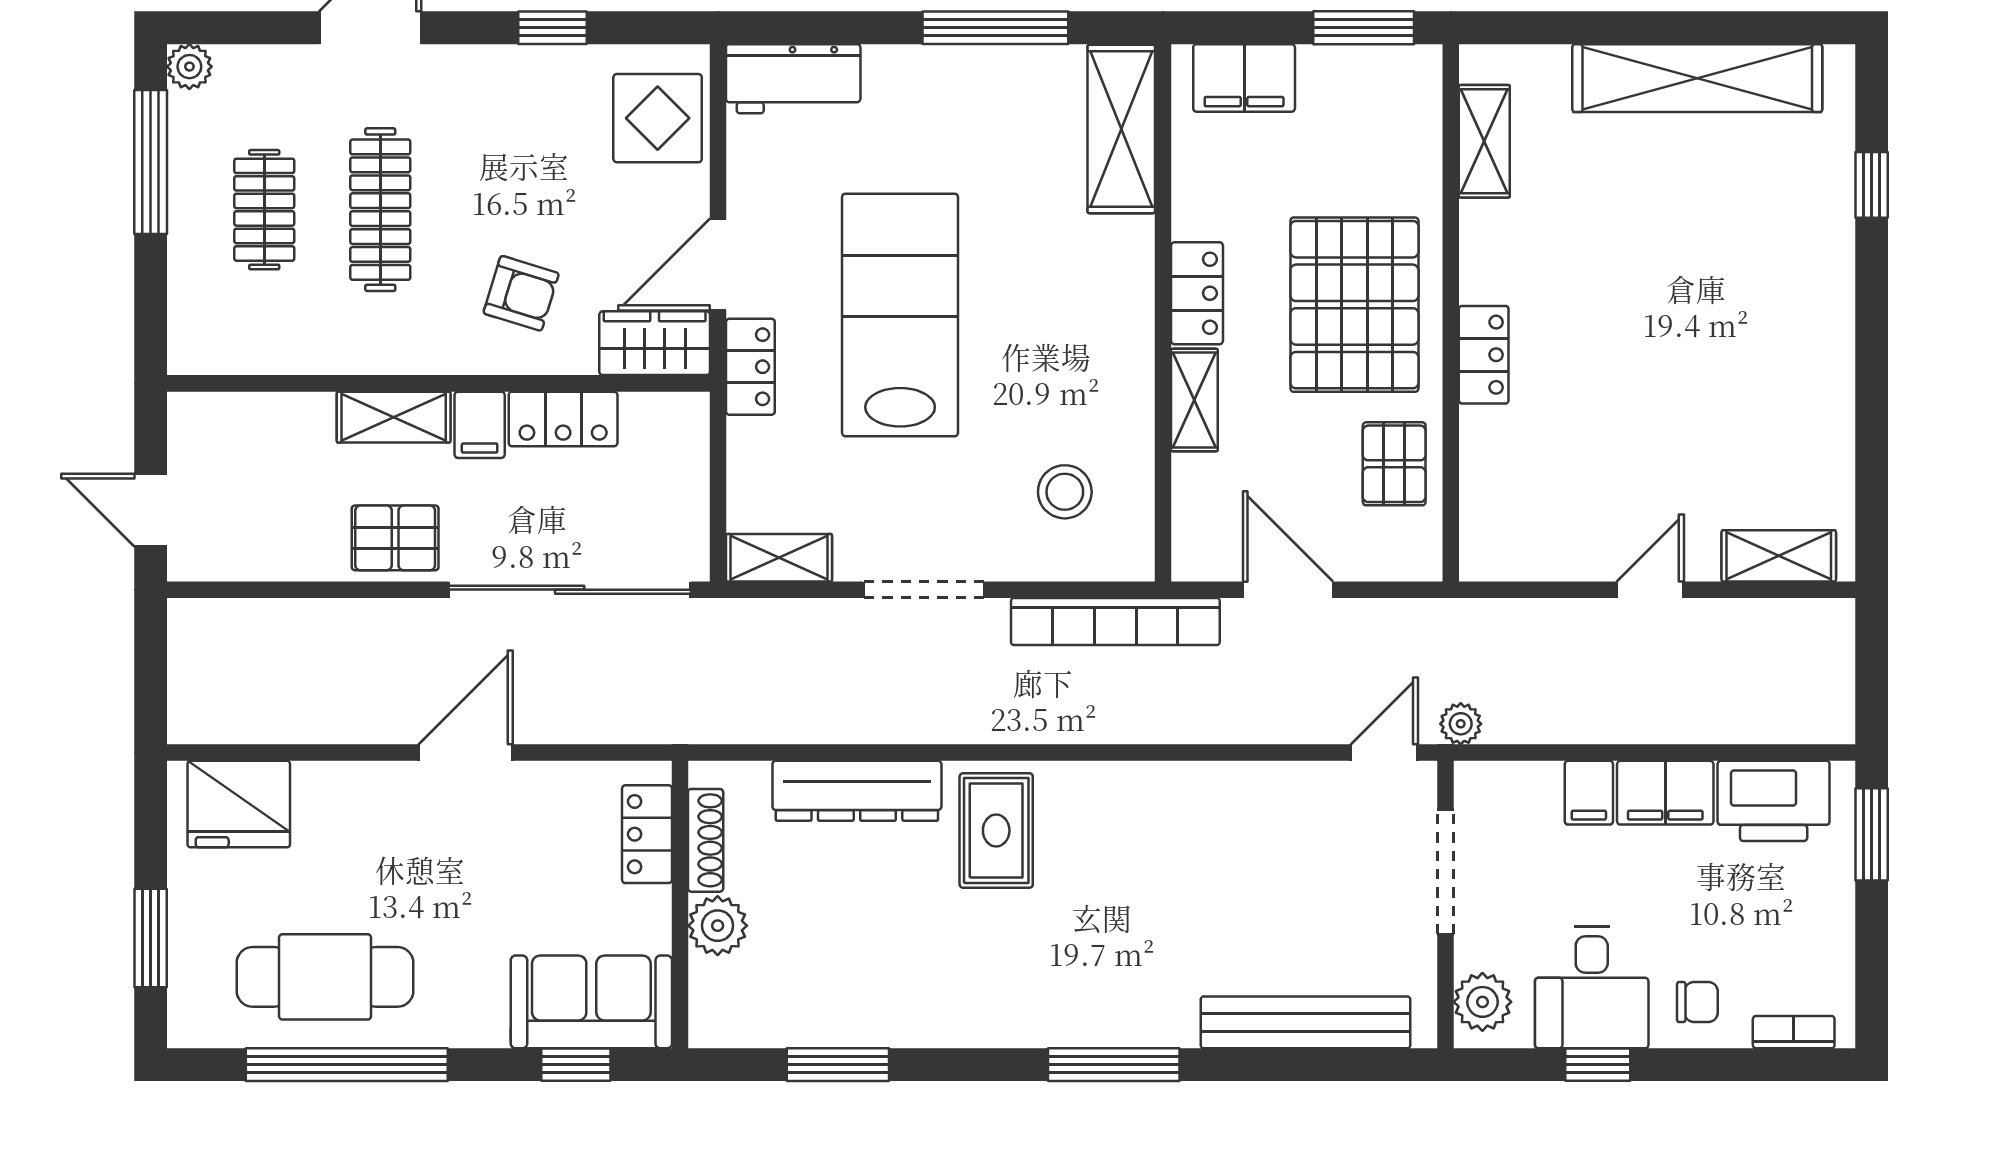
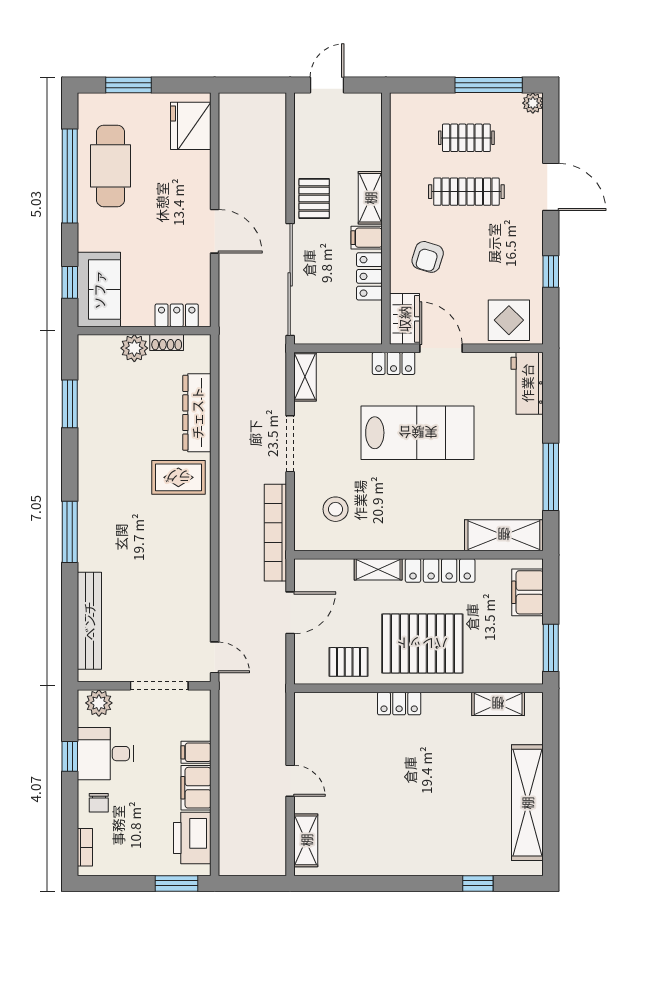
locker: (1197, 293) -> (440, 571), width x1.53
plant: (1461, 724) -> (228, 693), removed
shoe rack: (706, 840) -> (167, 343), width x0.70

